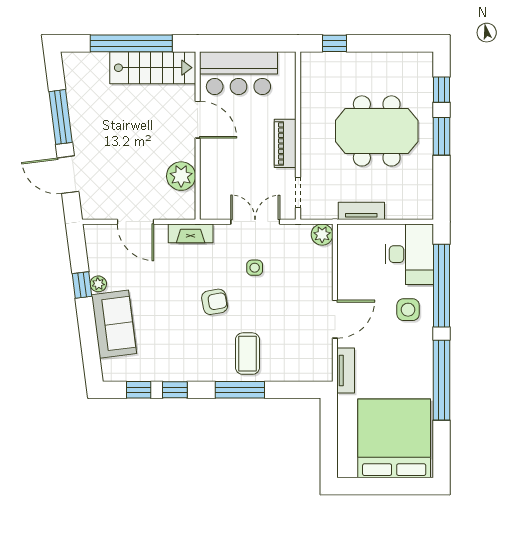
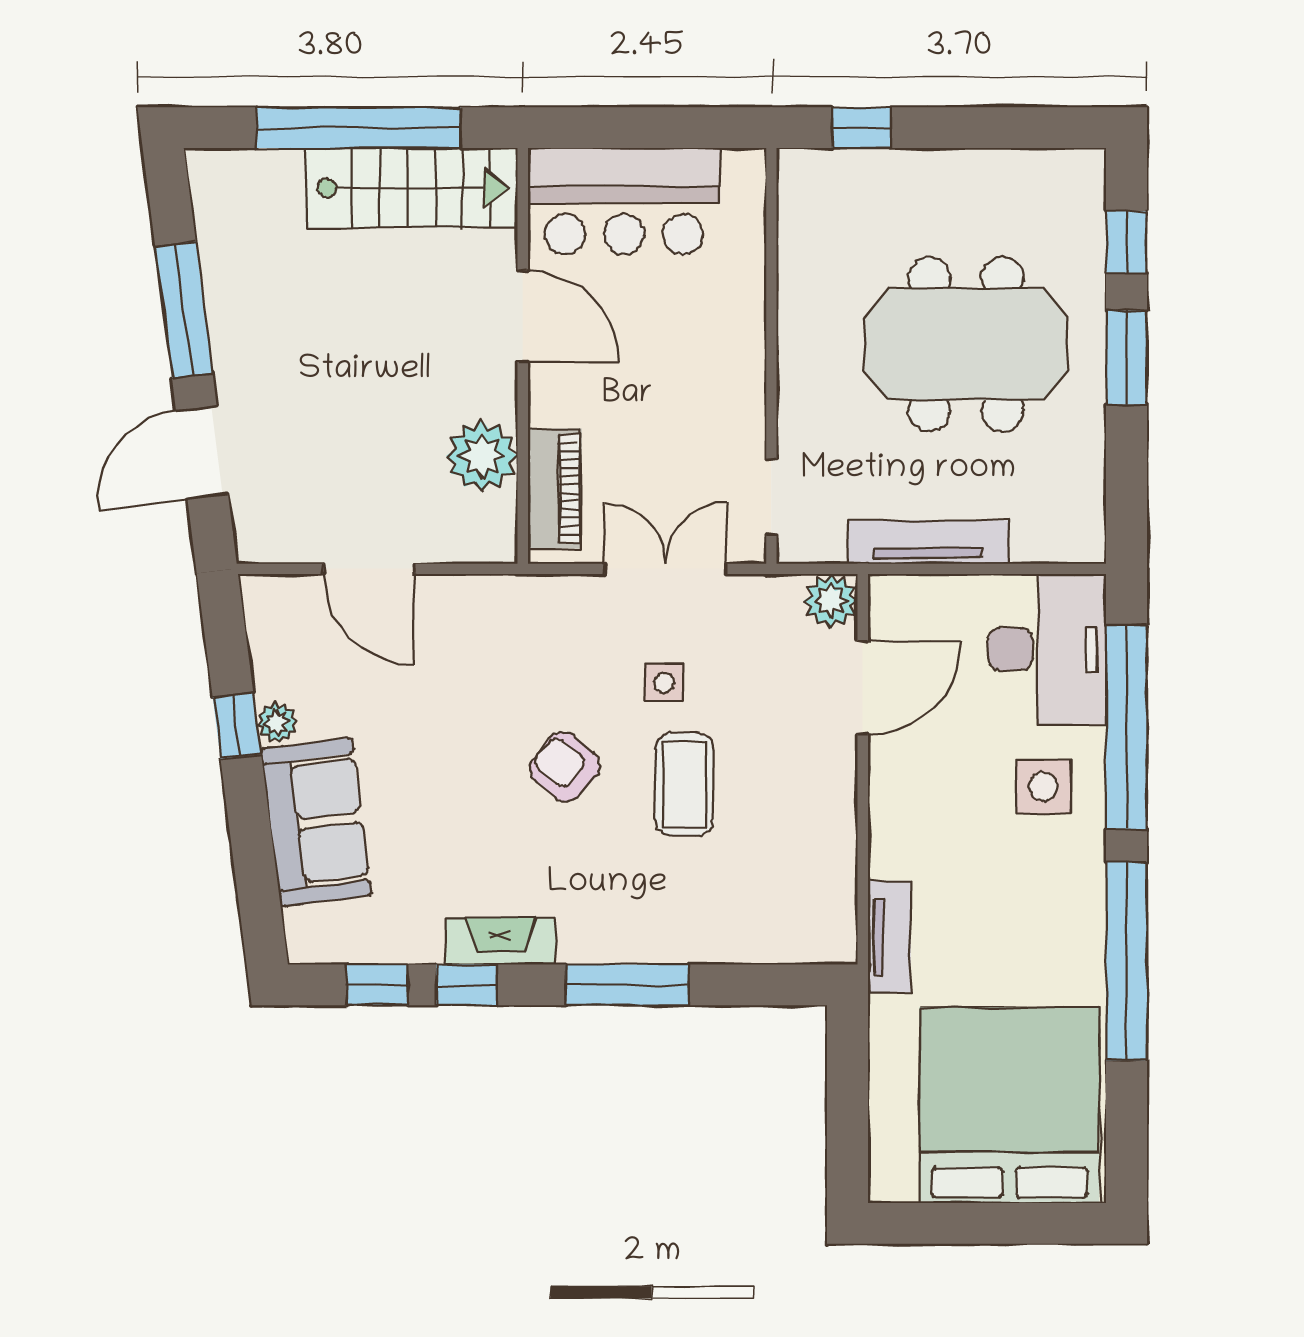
piano: (285, 143) -> (555, 489), moved, turned 180
door: (68, 175) -> (202, 453), hinge flipped
tv unit: (361, 211) -> (928, 542), width x1.41
fireplace: (191, 233) -> (501, 941), moved, turned 180
armchair: (215, 302) -> (565, 767), turned -130
door: (335, 319) -> (863, 688), moved
coffee table: (248, 354) -> (684, 784), moved

